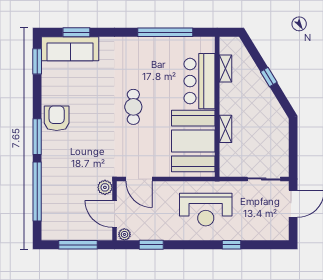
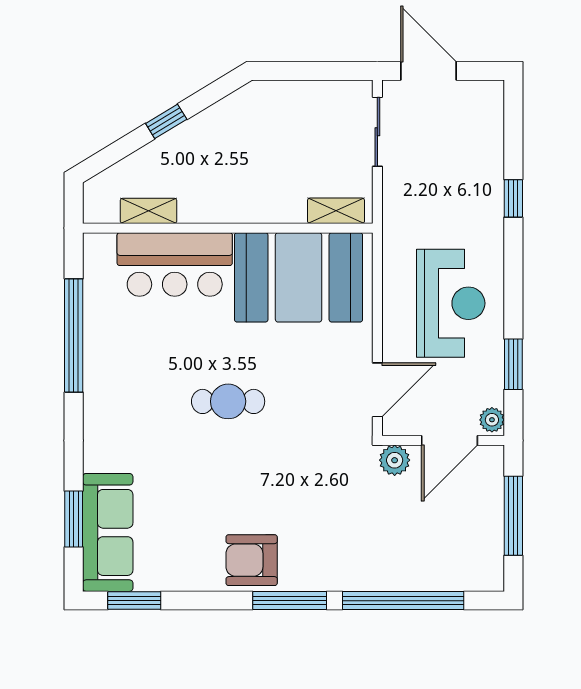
shelving: (226, 129) -> (336, 211), moved
reception desk: (206, 210) -> (451, 303), moved

